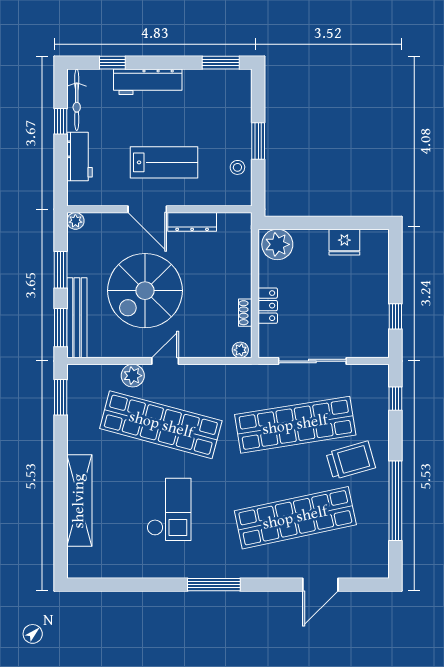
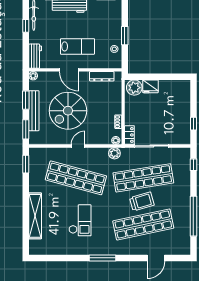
workbench: (80, 157) -> (35, 56), moved
dresser: (192, 222) -> (102, 76), moved
fridge: (344, 242) -> (150, 86), moved
locker: (268, 306) -> (129, 135), moved
bench: (77, 318) -> (34, 111), moved
plant: (133, 376) -> (114, 153), moved
trolley: (351, 460) -> (142, 201), moved

